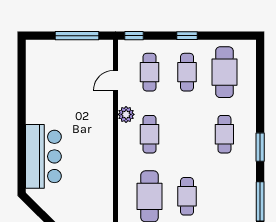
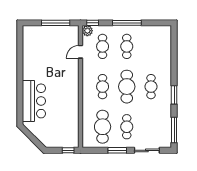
window: (187, 36) -> (127, 23), width x2.17
cafe table: (224, 72) -> (127, 87), moved
plant: (126, 114) -> (87, 31), moved

